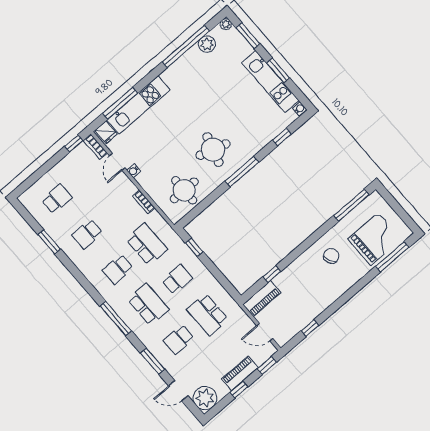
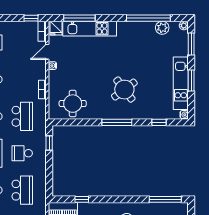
round table: (213, 150) -> (124, 90), moved, turned 36
school desk: (177, 279) -> (22, 153), turned 180
school desk: (208, 315) -> (22, 190), turned 180

